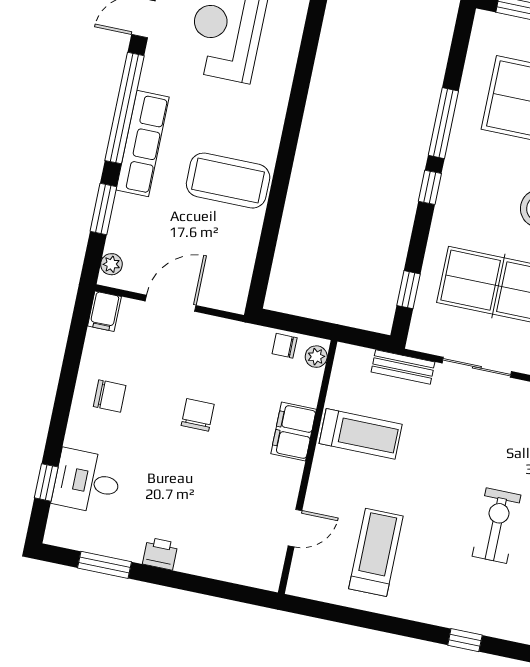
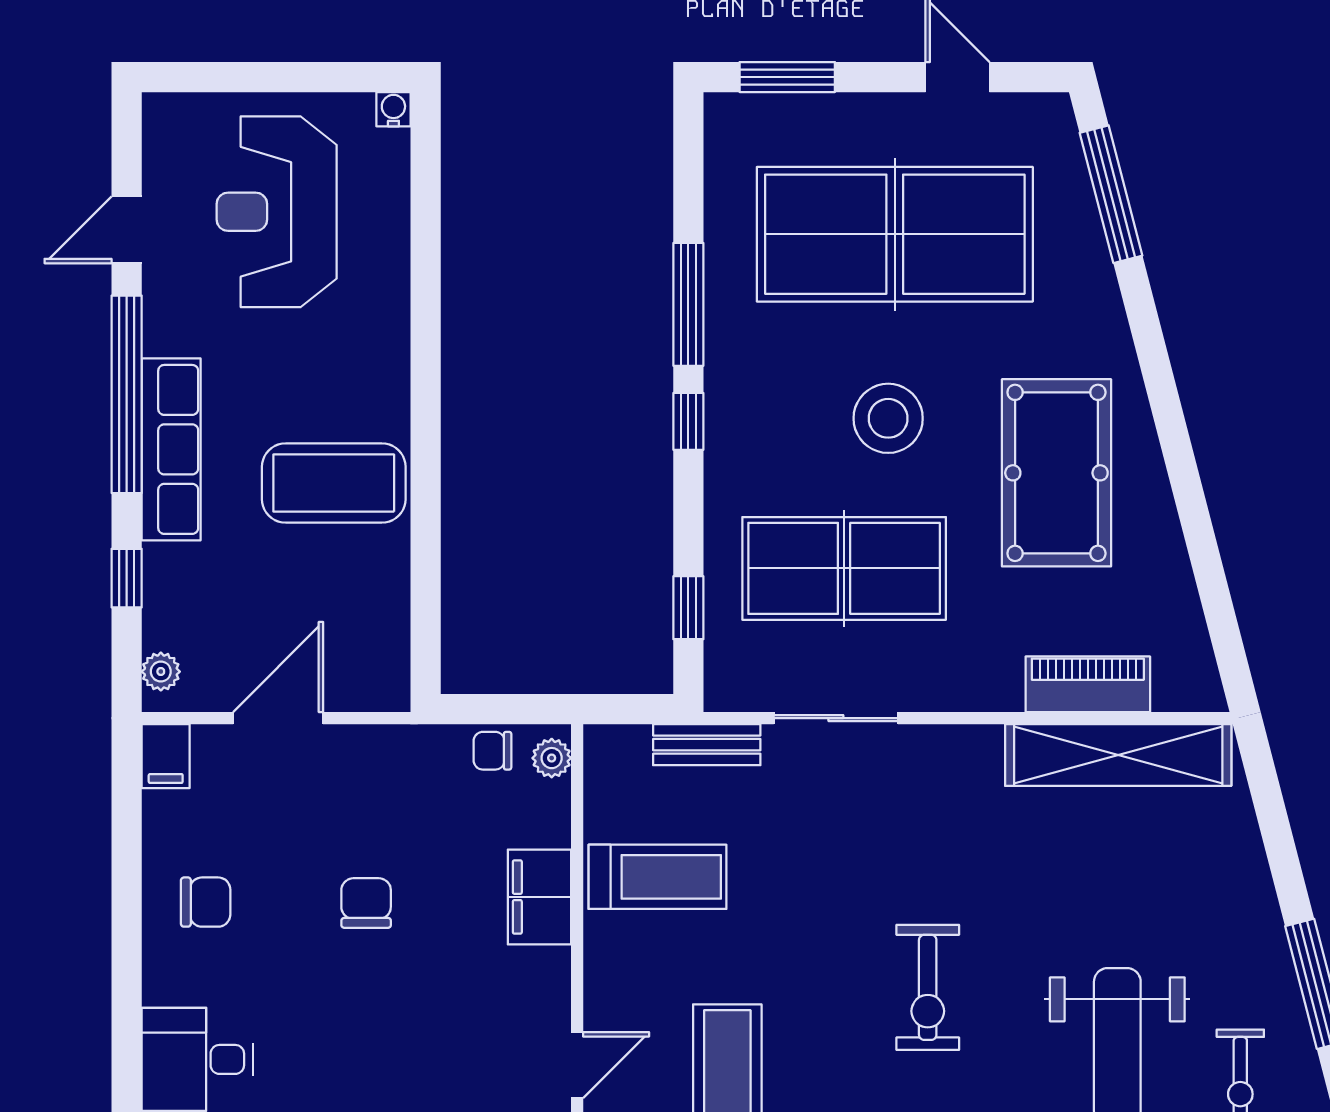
window: (103, 209) -> (127, 578), width x0.67
window: (46, 482) -> (127, 1076), removed
exercise bike: (496, 526) -> (928, 987), turned 180

